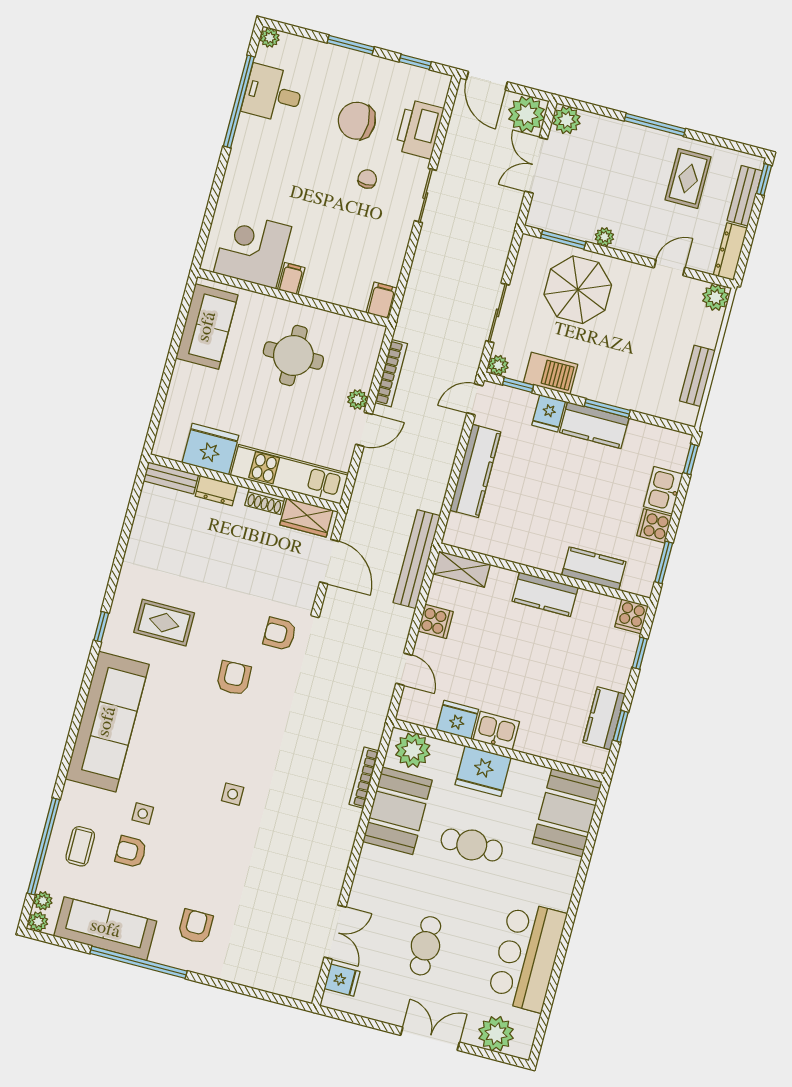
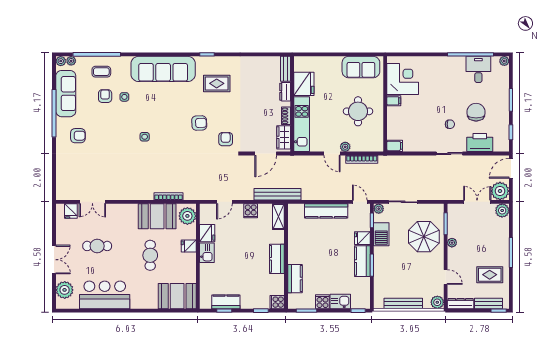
bench: (697, 376) -> (403, 303), width x1.36
rug: (164, 623) -> (217, 83), turned 90
fridge: (483, 771) -> (189, 246), width x0.53, depth x0.75

